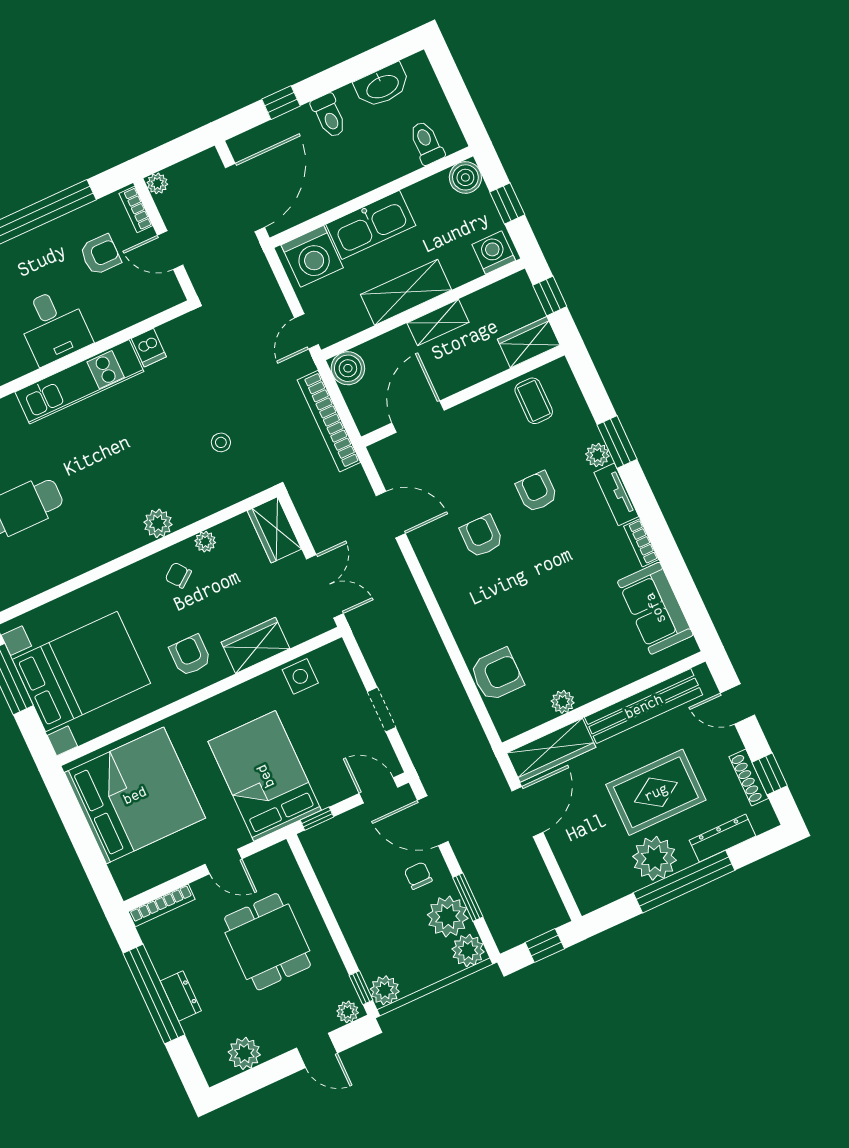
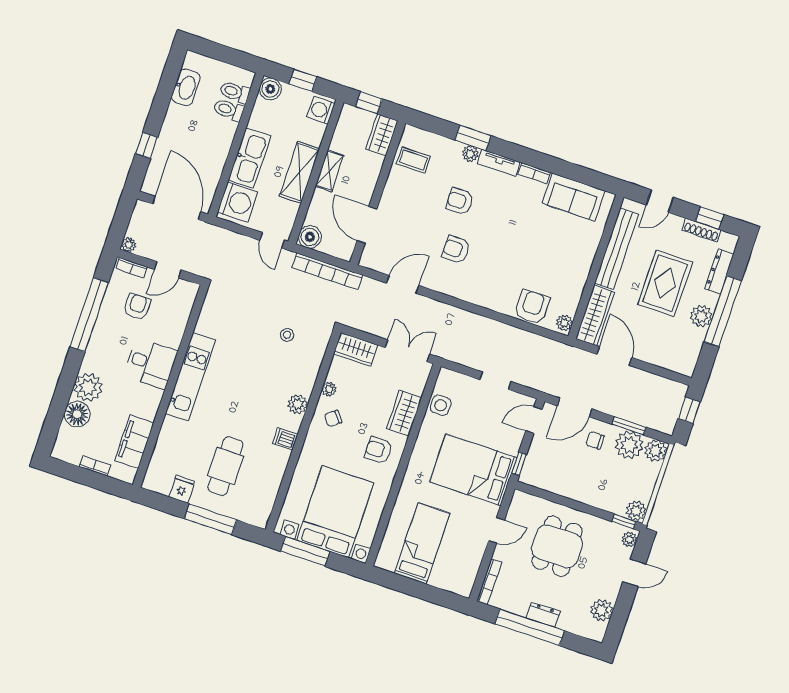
toilet: (329, 116) -> (229, 110), moved, turned 180
dishwasher: (149, 348) -> (285, 439), moved, turned 180
plant: (563, 702) -> (564, 323), moved
bed: (135, 795) -> (422, 543), width x0.49
plant: (655, 858) -> (701, 316), width x0.73, depth x0.73
dining table: (267, 942) -> (557, 546), turned 90

